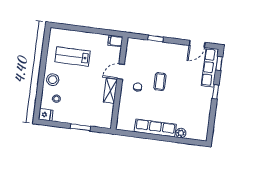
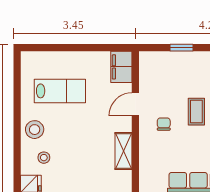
filing cabinet: (115, 41) -> (121, 67), width x2.00
lab bench: (73, 57) -> (60, 91), turned 180
shelving: (110, 91) -> (123, 151), moved

